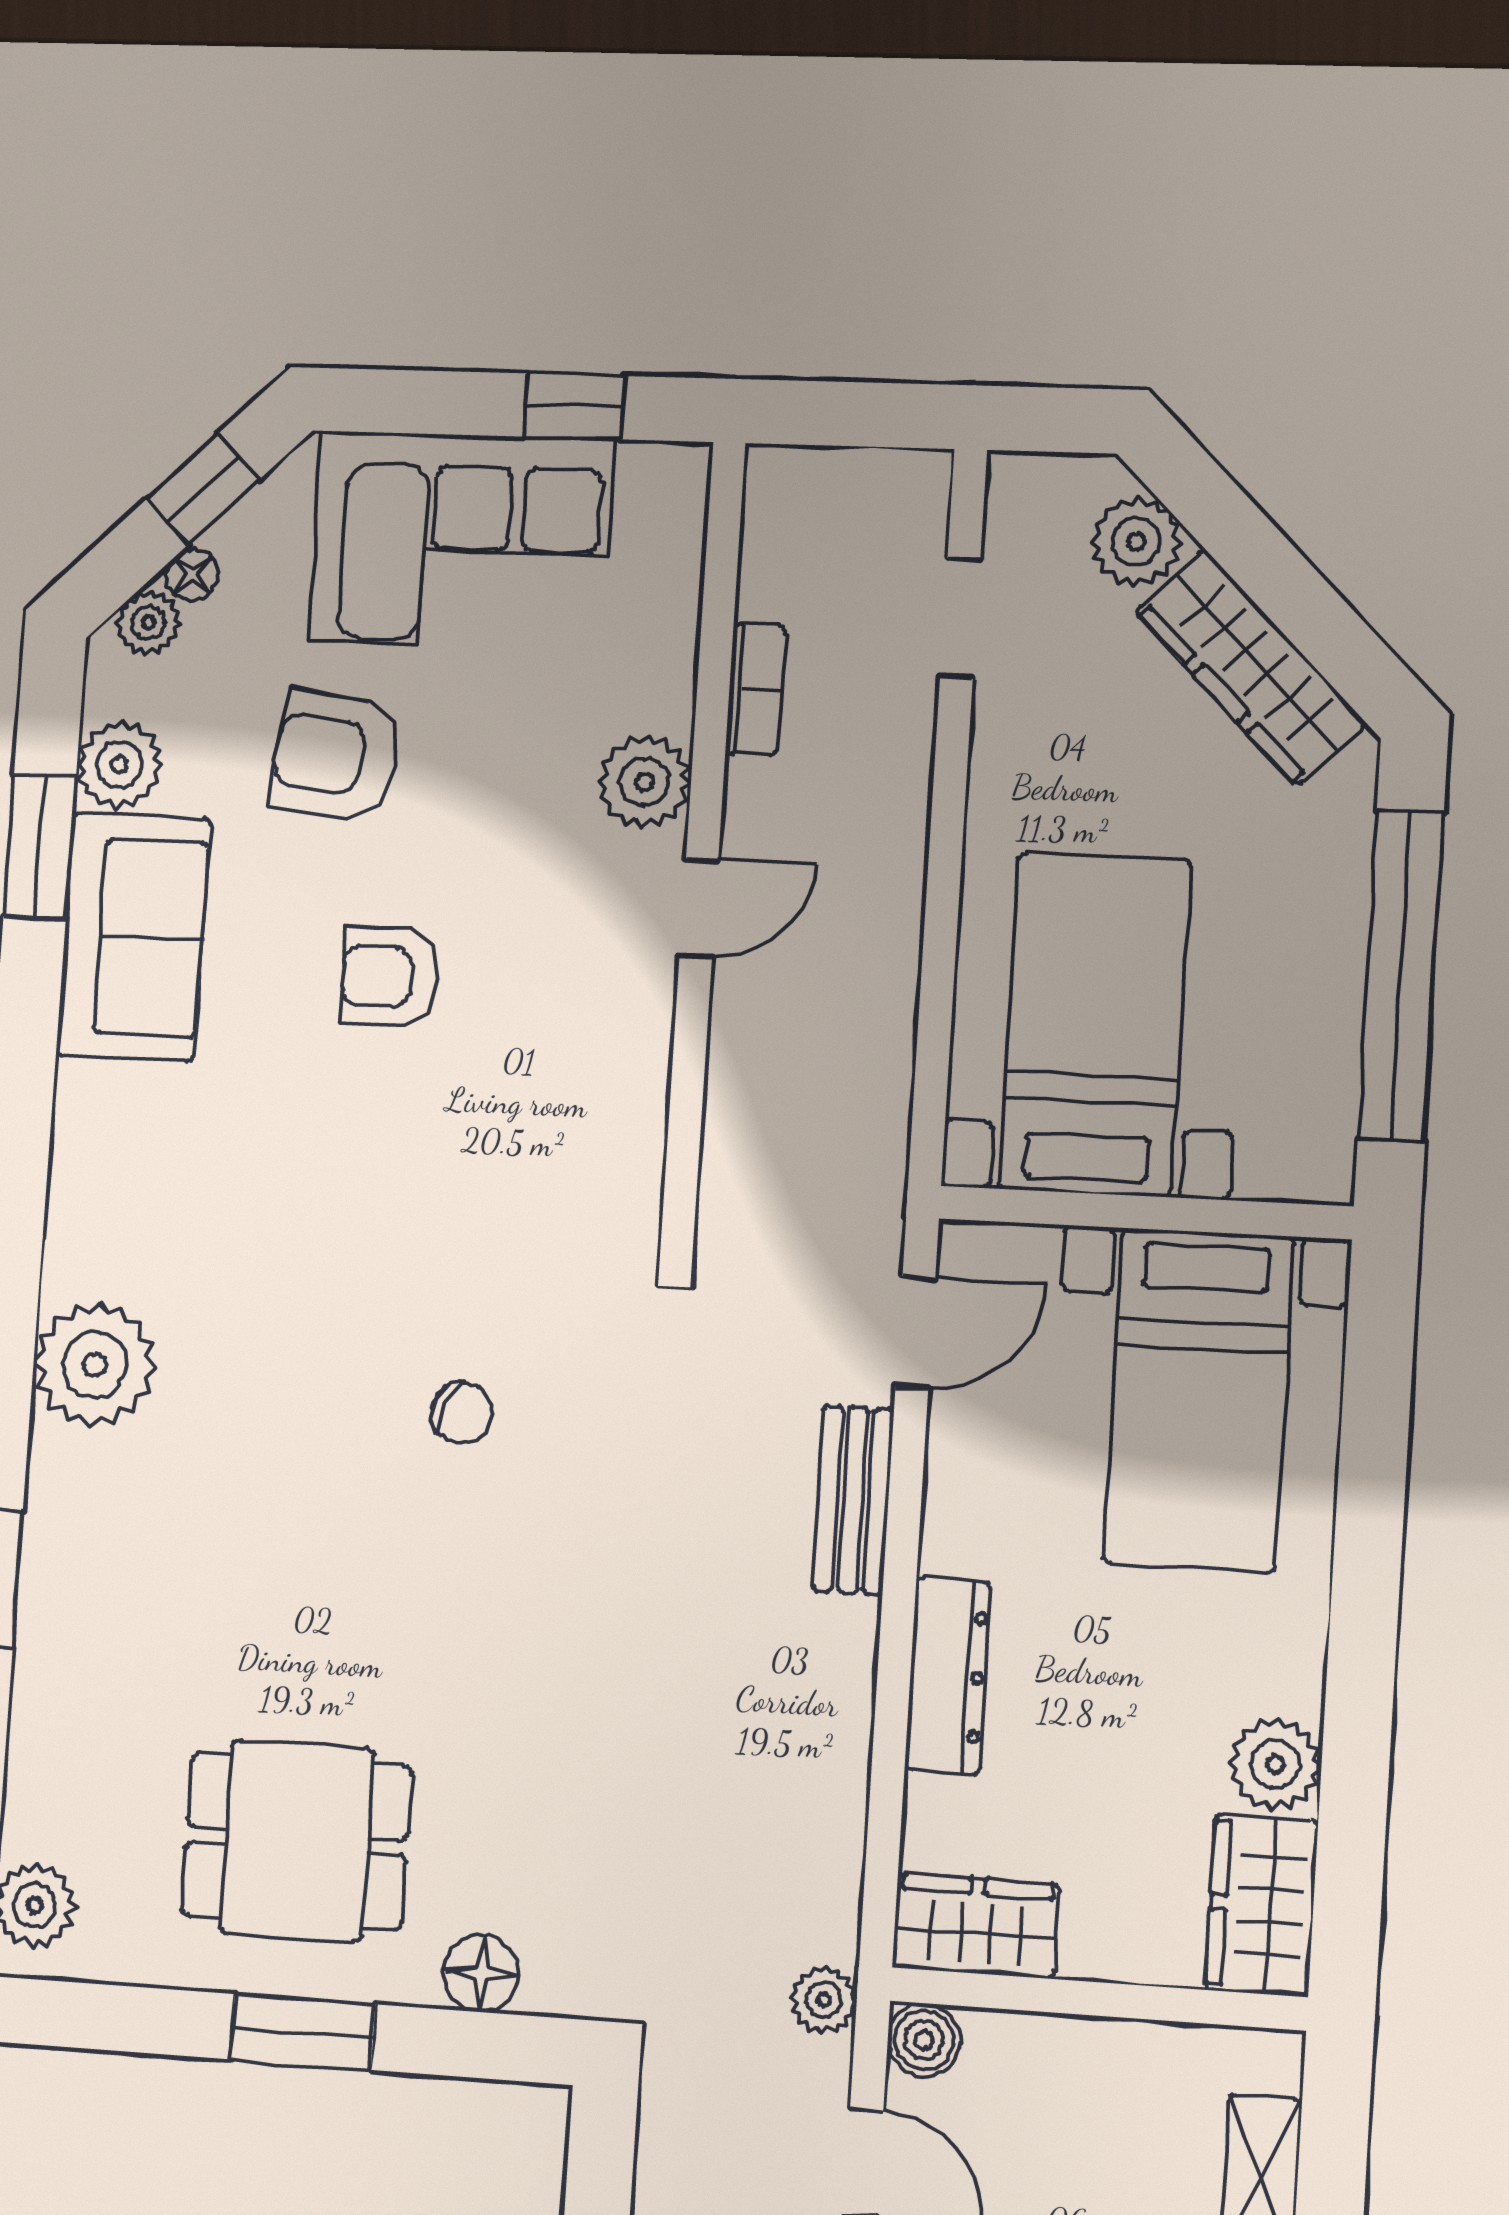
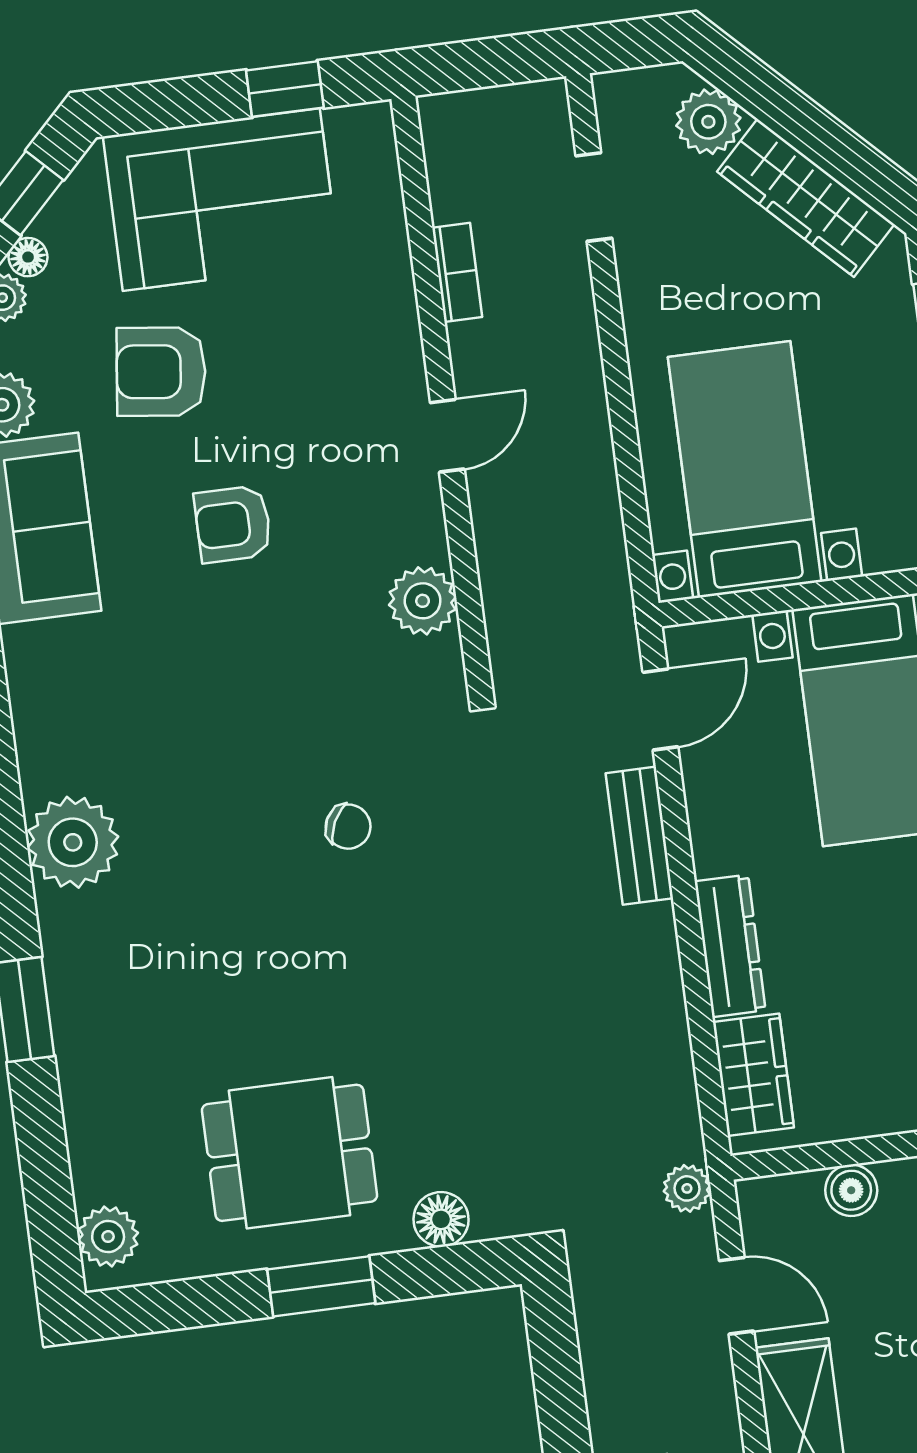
plant: (645, 782) -> (423, 601), moved
wardrobe: (976, 1926) -> (753, 1075), moved, turned 90
boiler: (924, 2040) -> (851, 1190), moved

